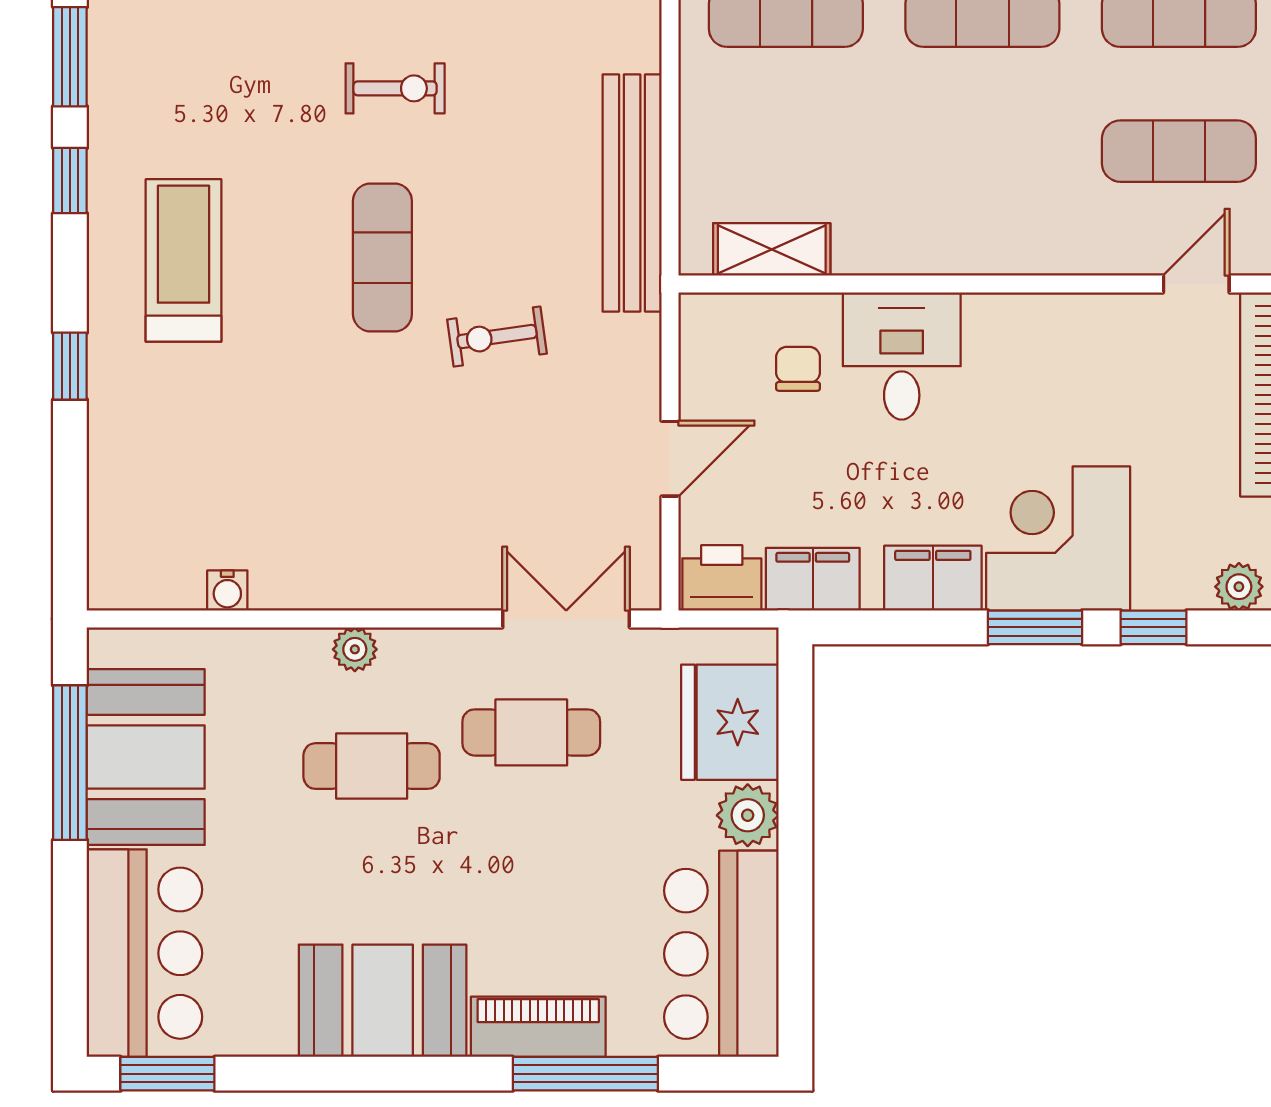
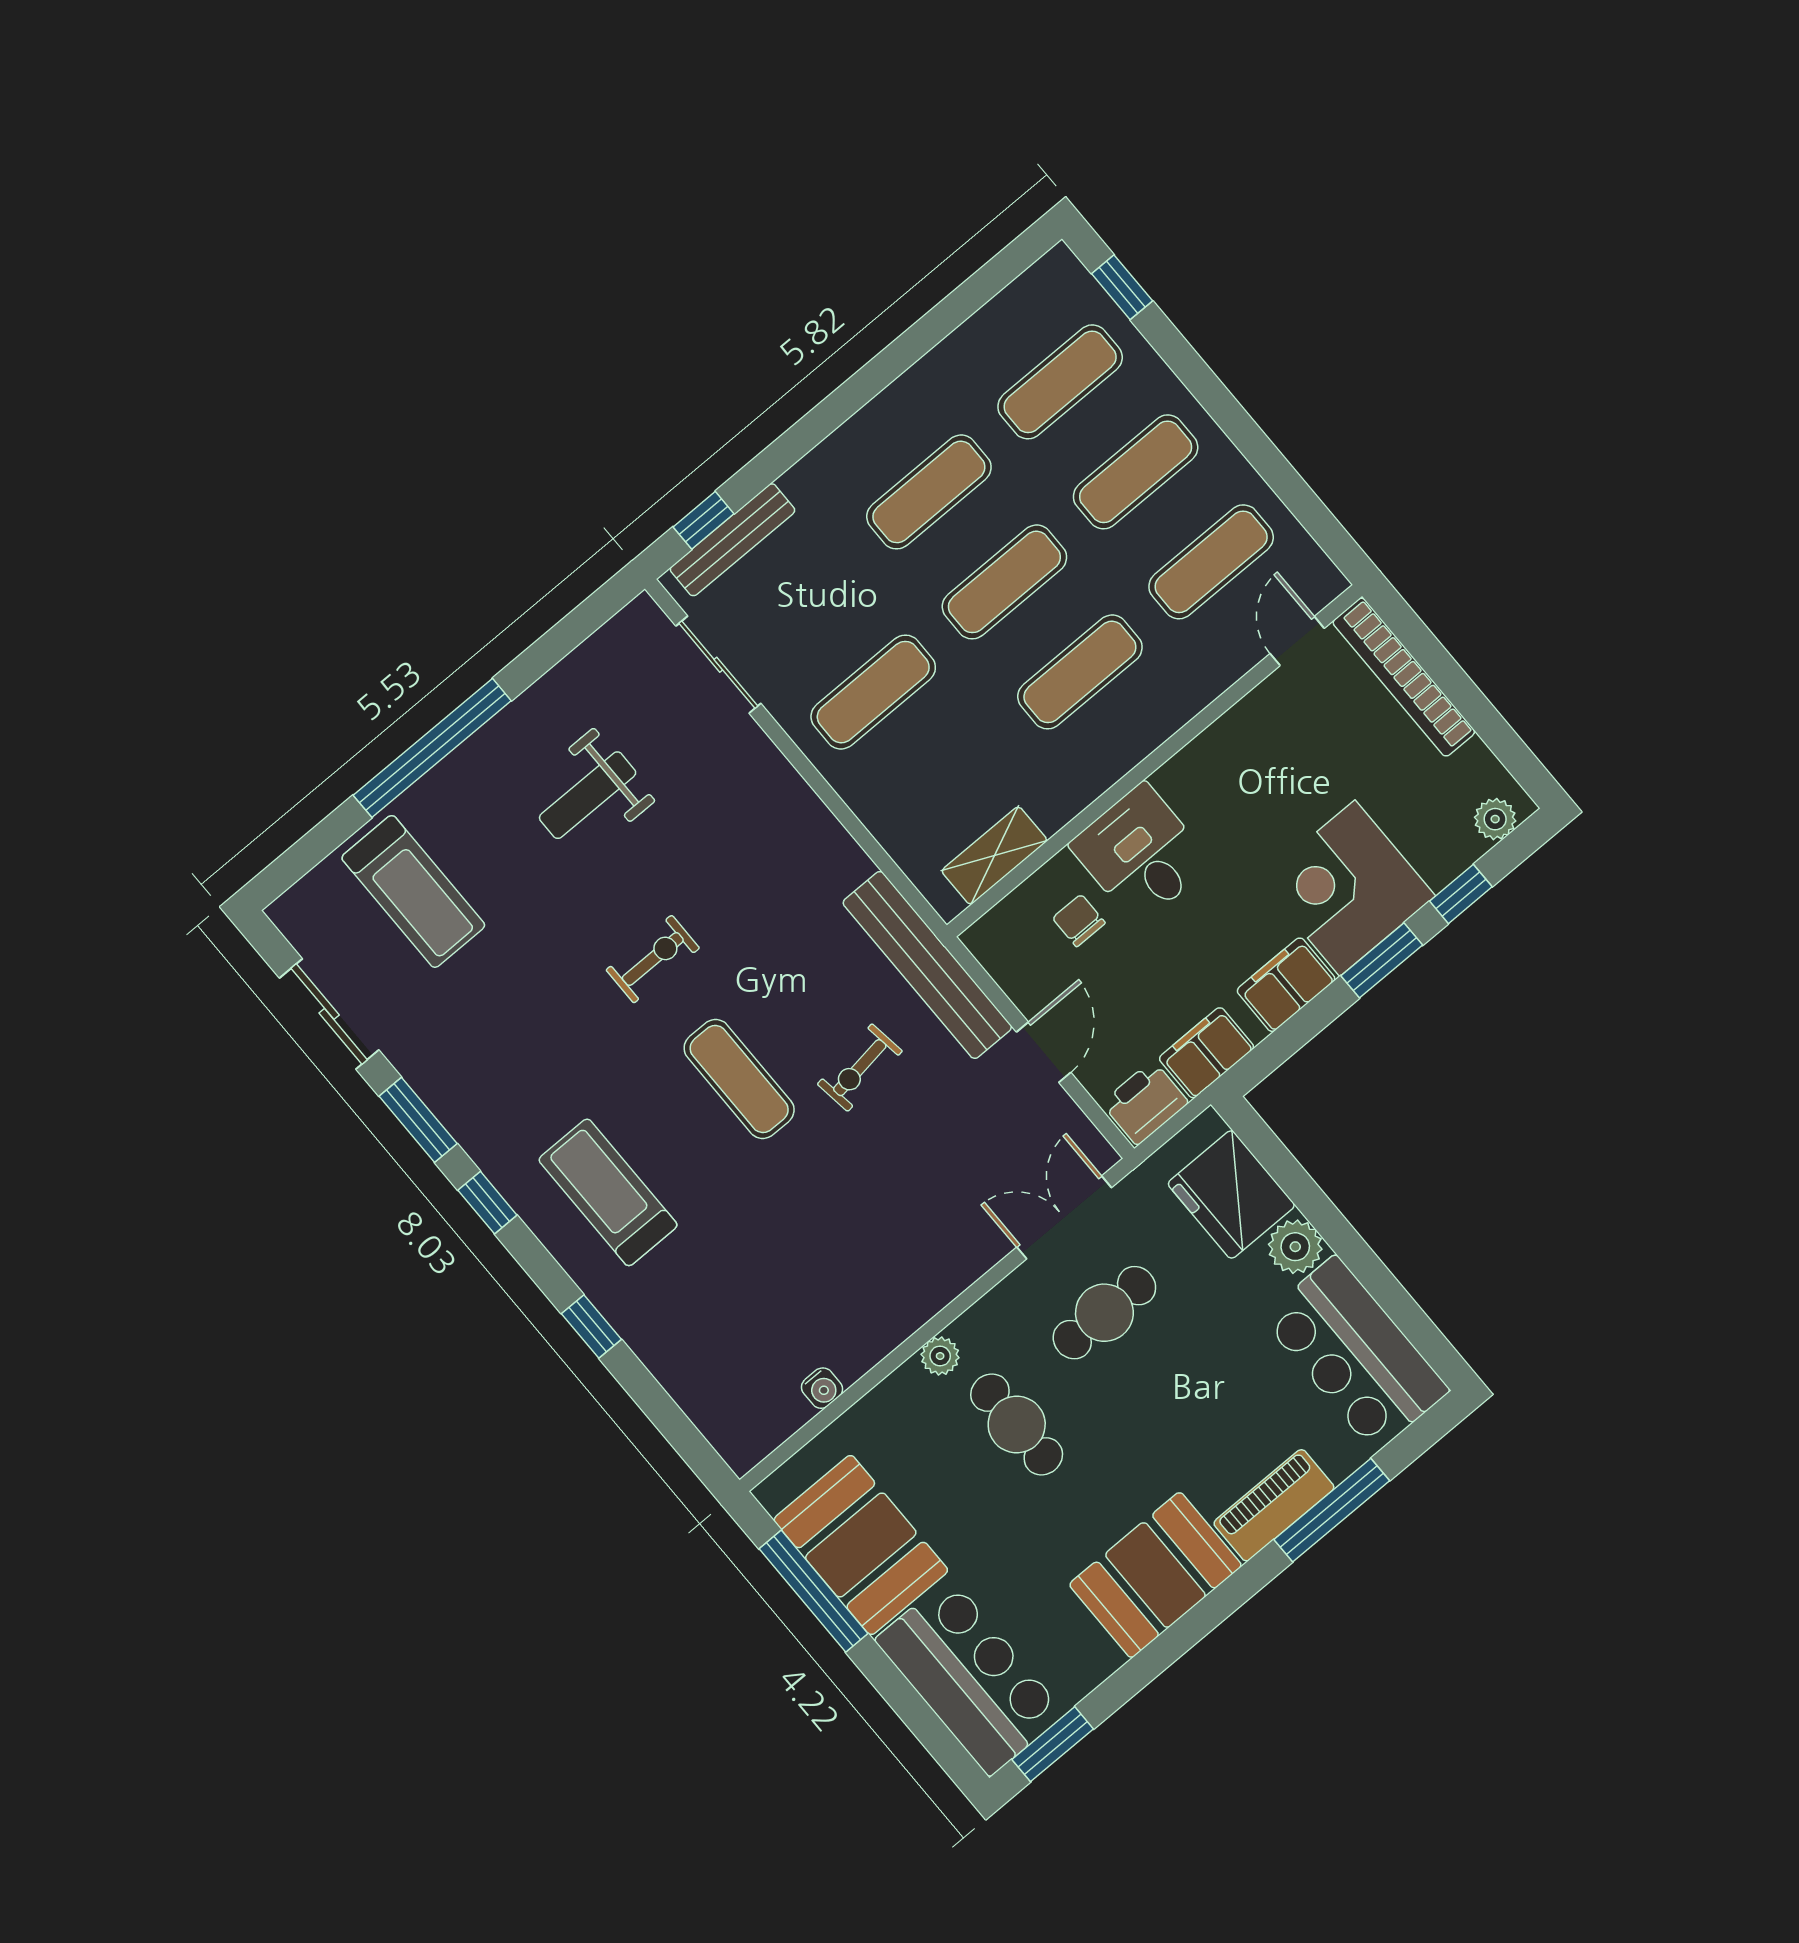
exercise mat: (982, 151) -> (1080, 672), added
bench: (632, 193) -> (927, 965), moved
cafe table: (372, 766) -> (1017, 1424), turned 90

